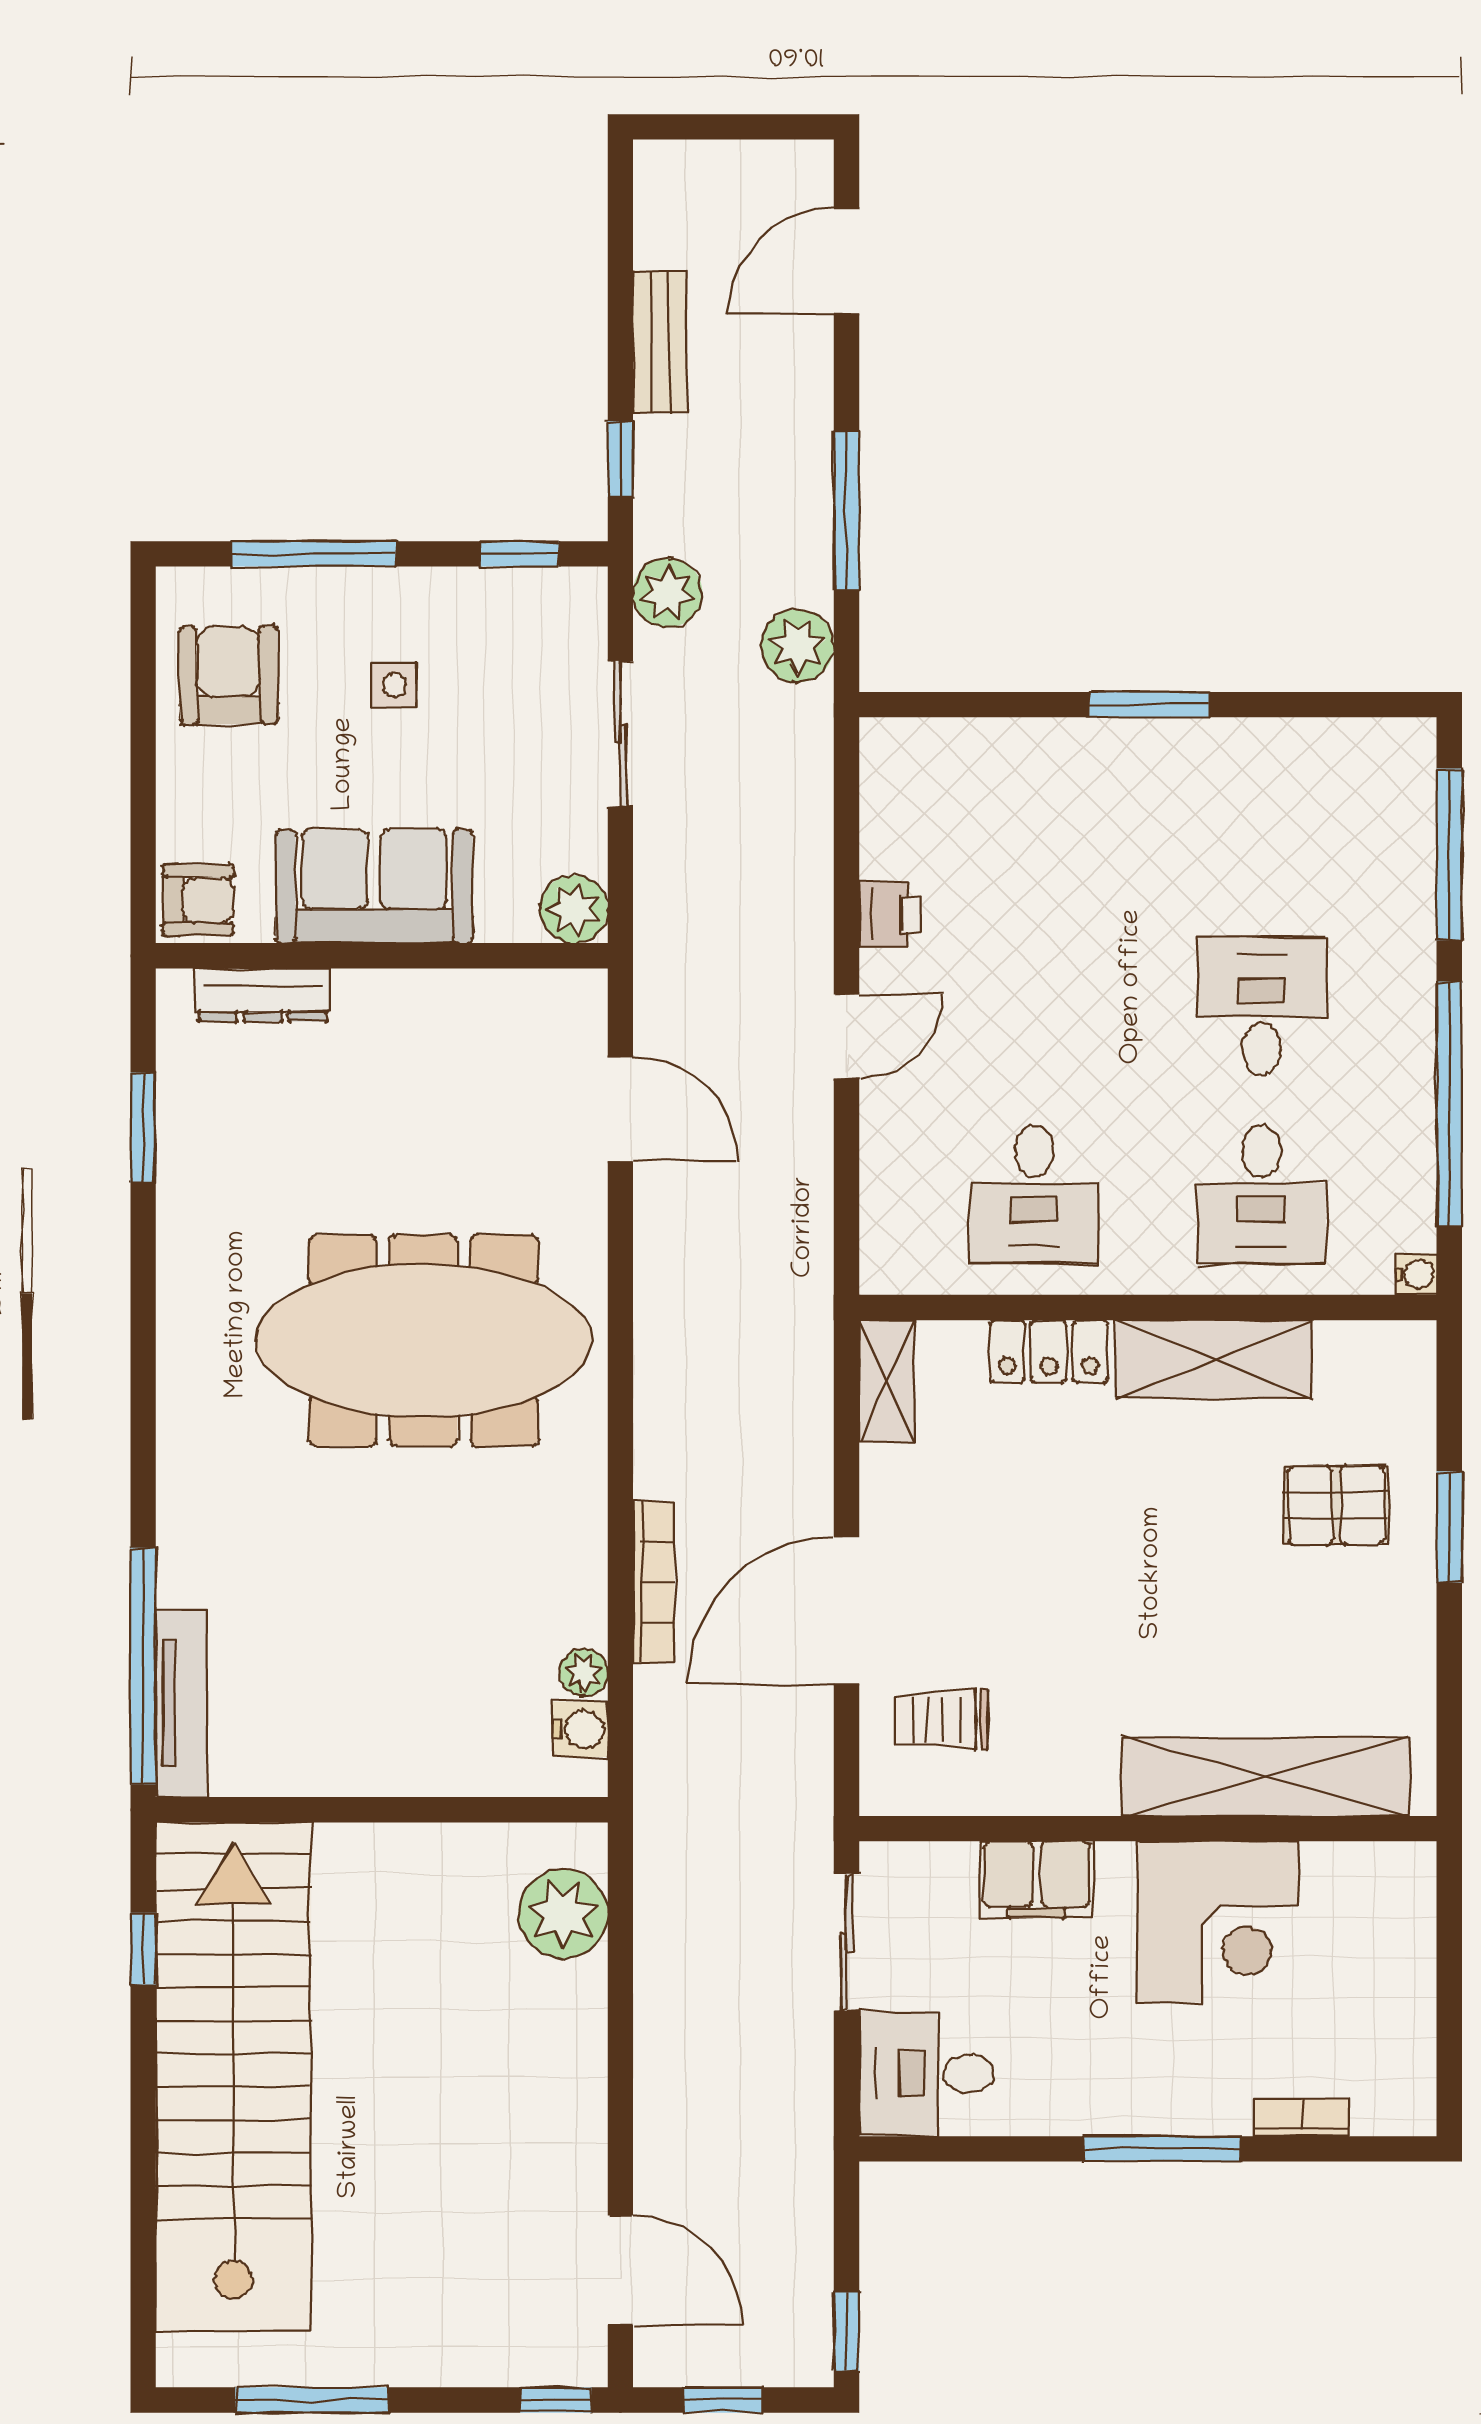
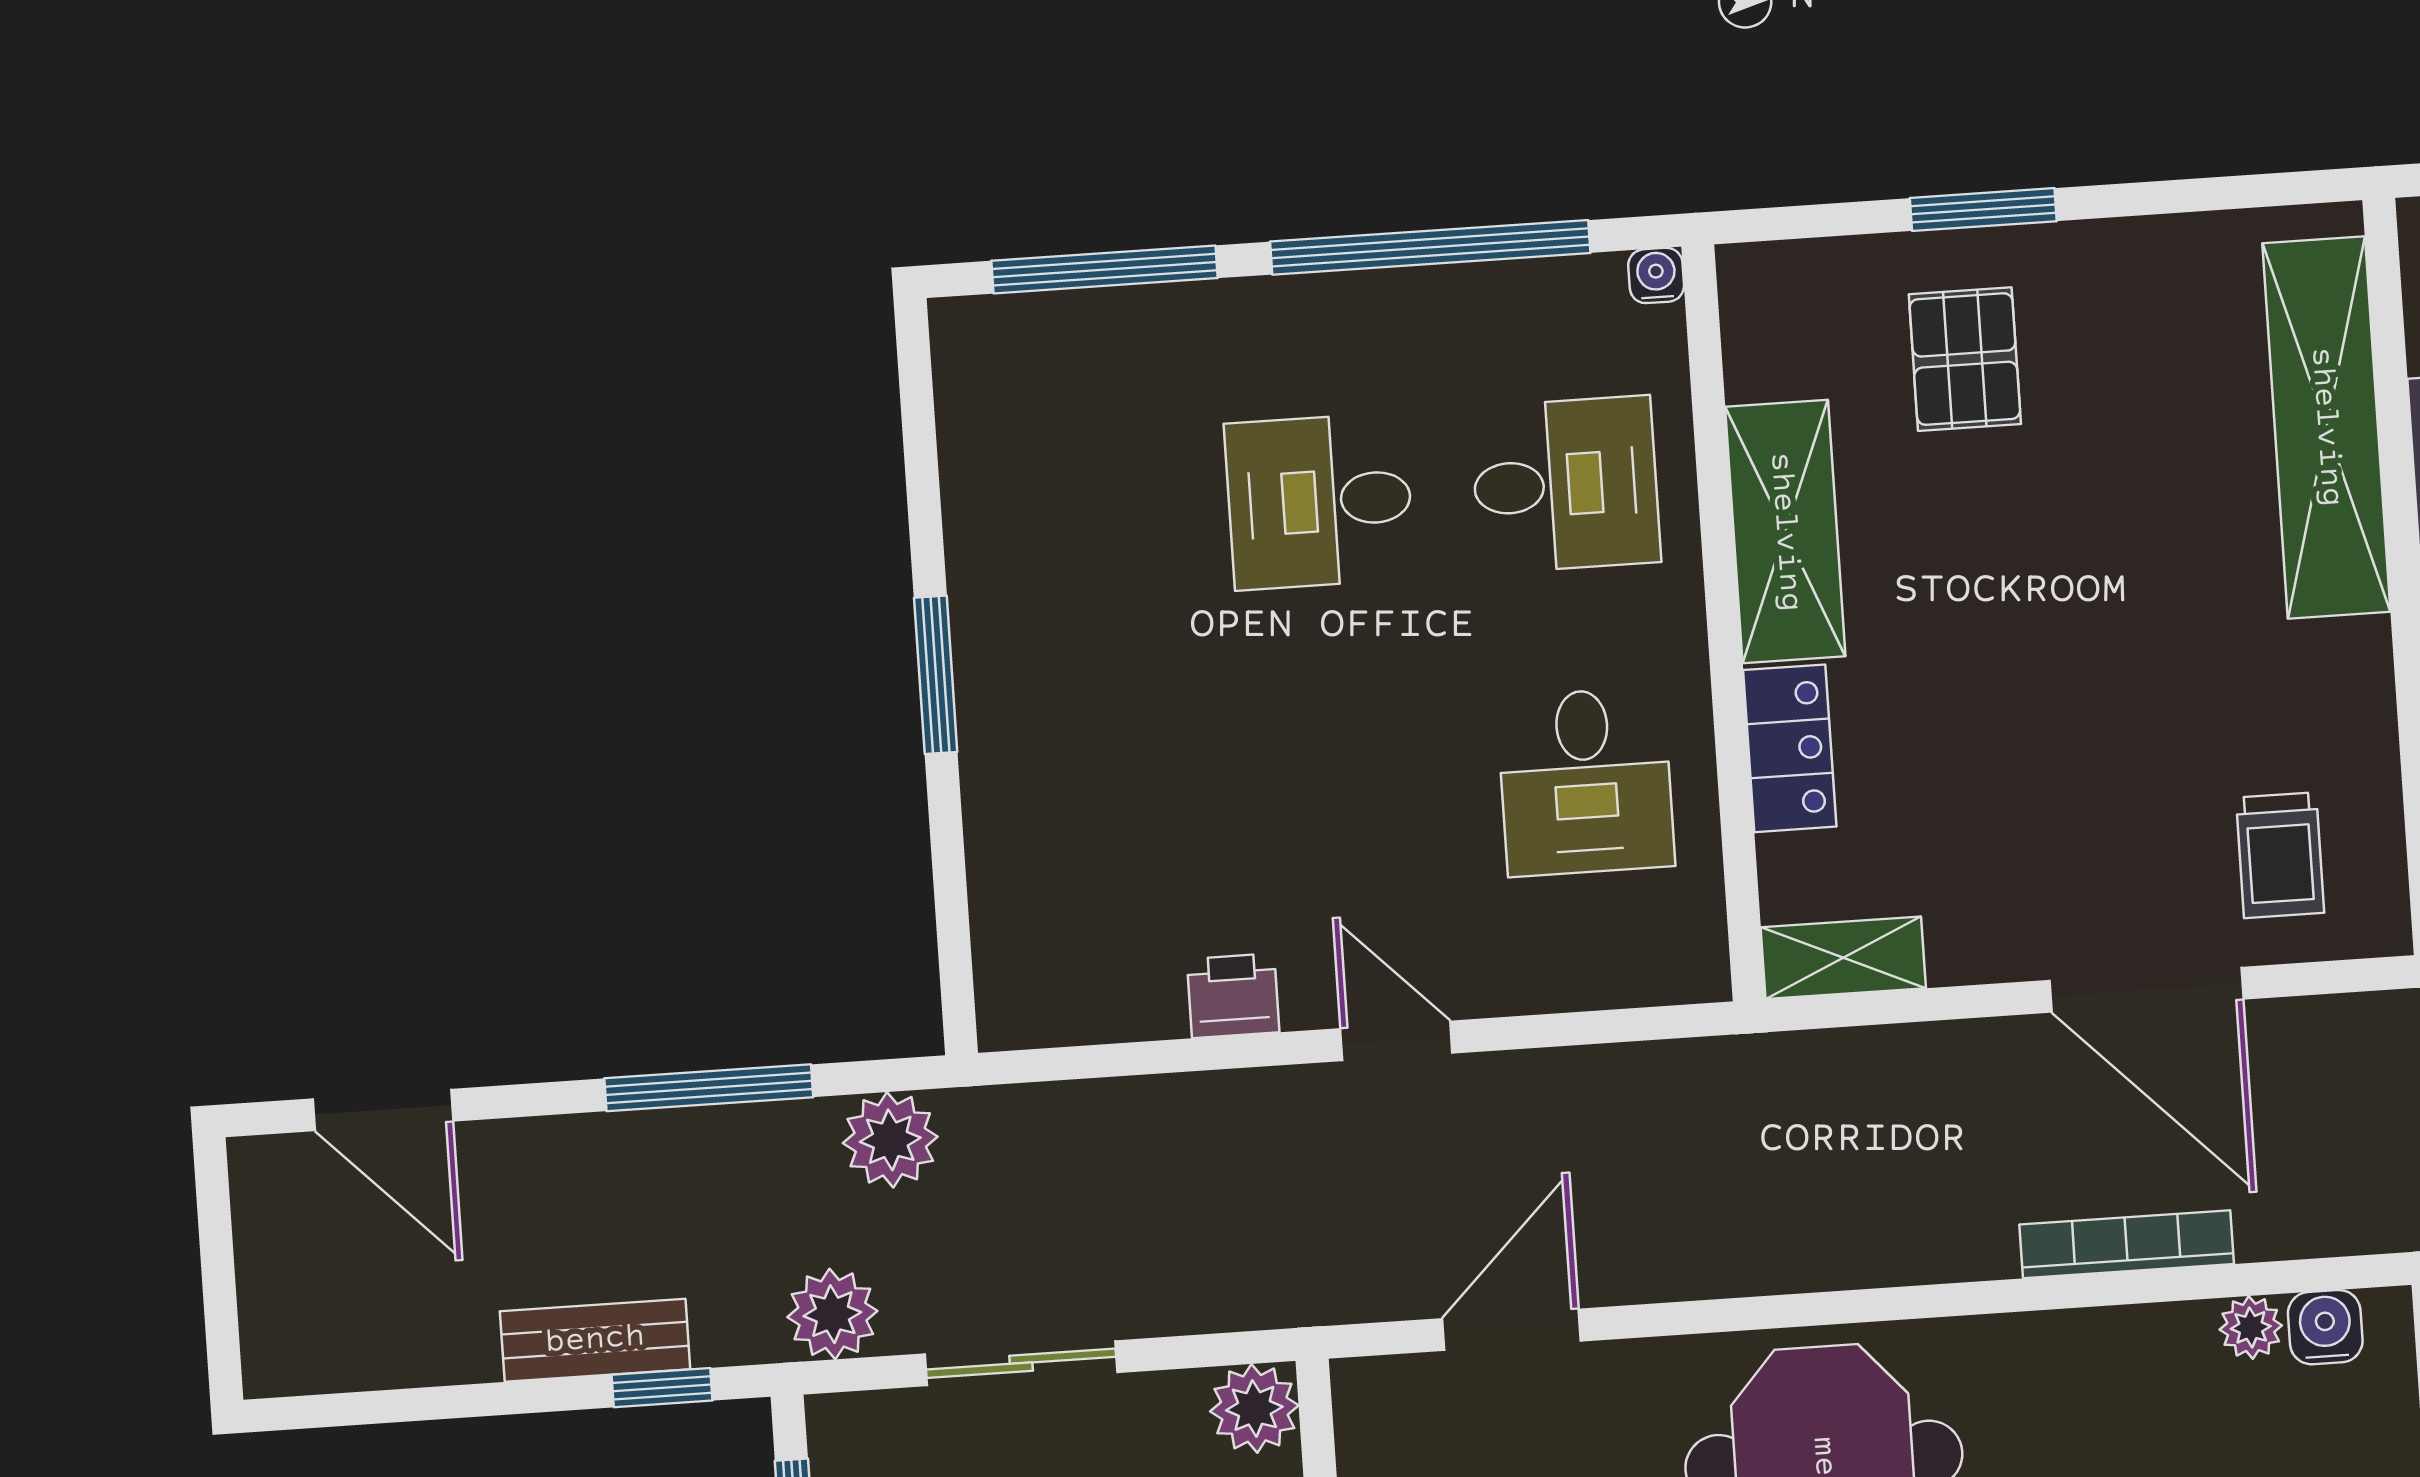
bench: (660, 342) -> (595, 1340), moved
desk: (1034, 1194) -> (1586, 782), turned 90

